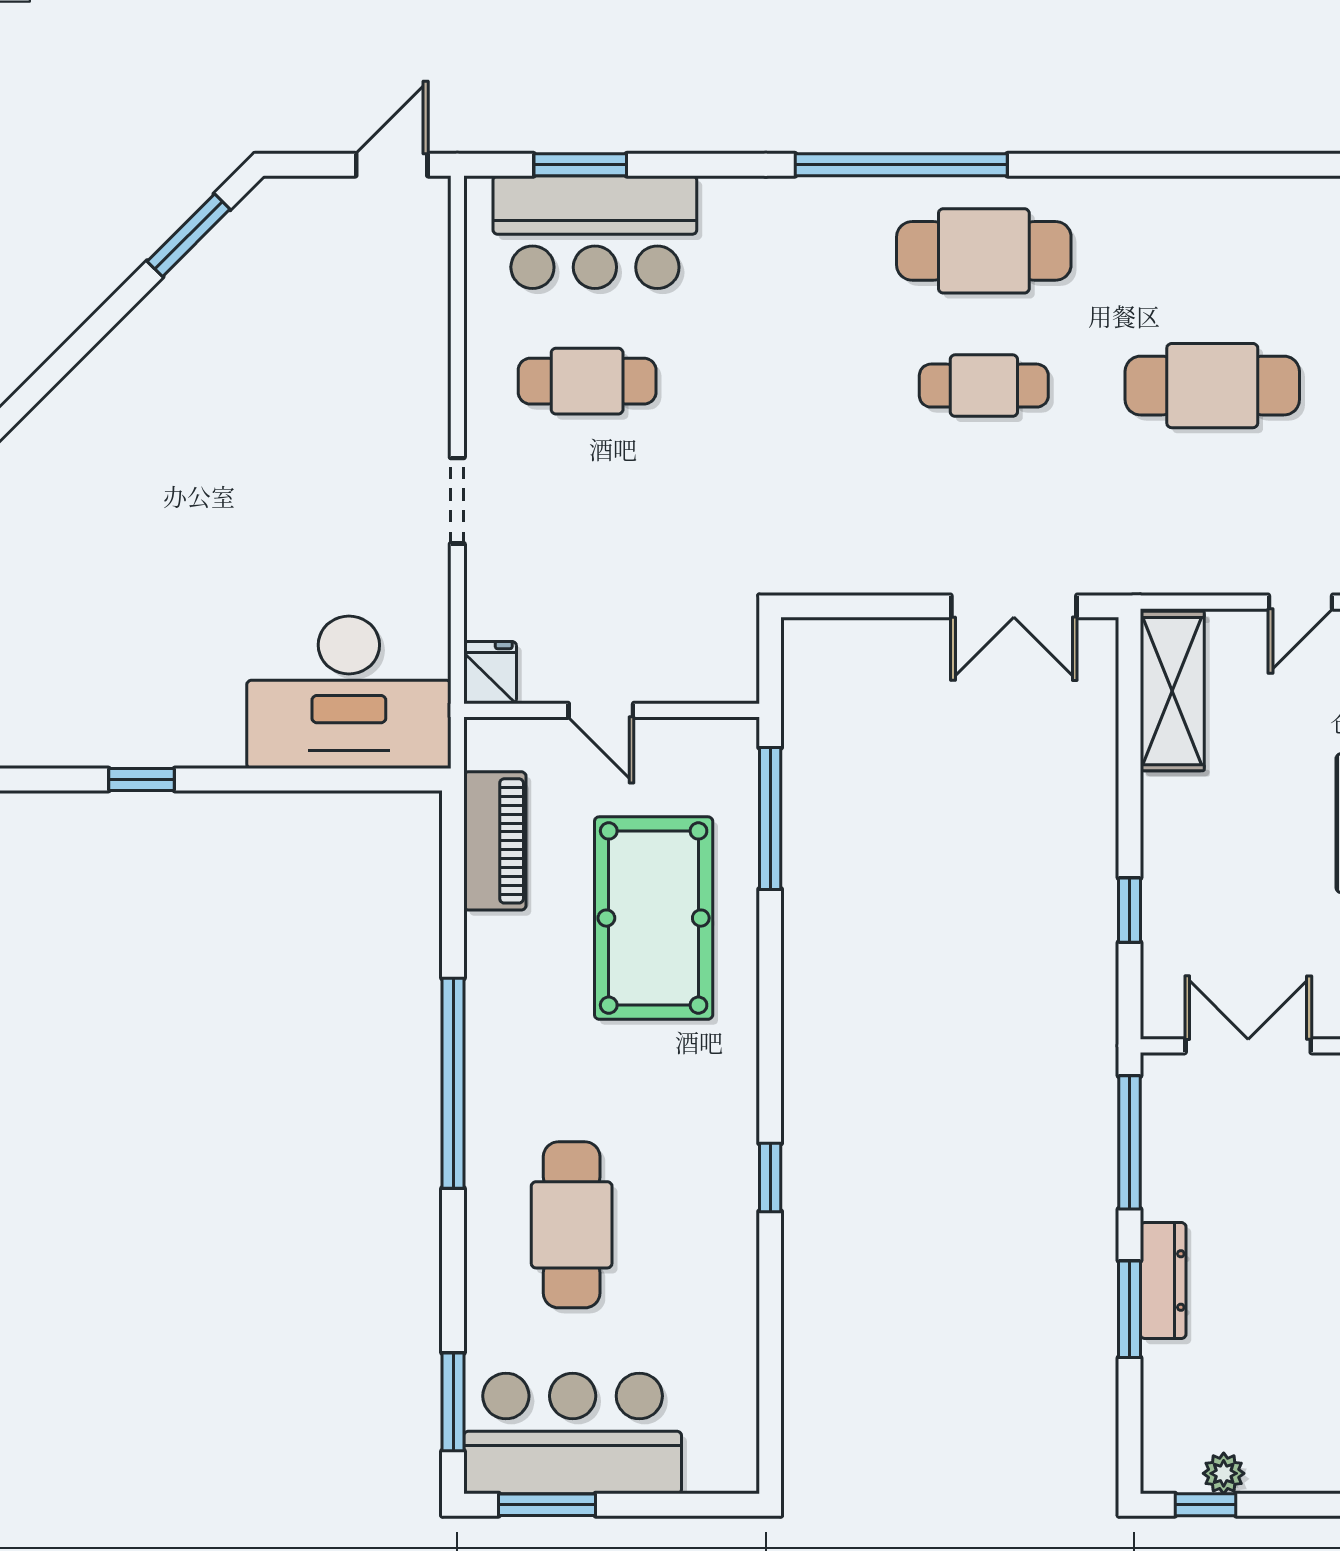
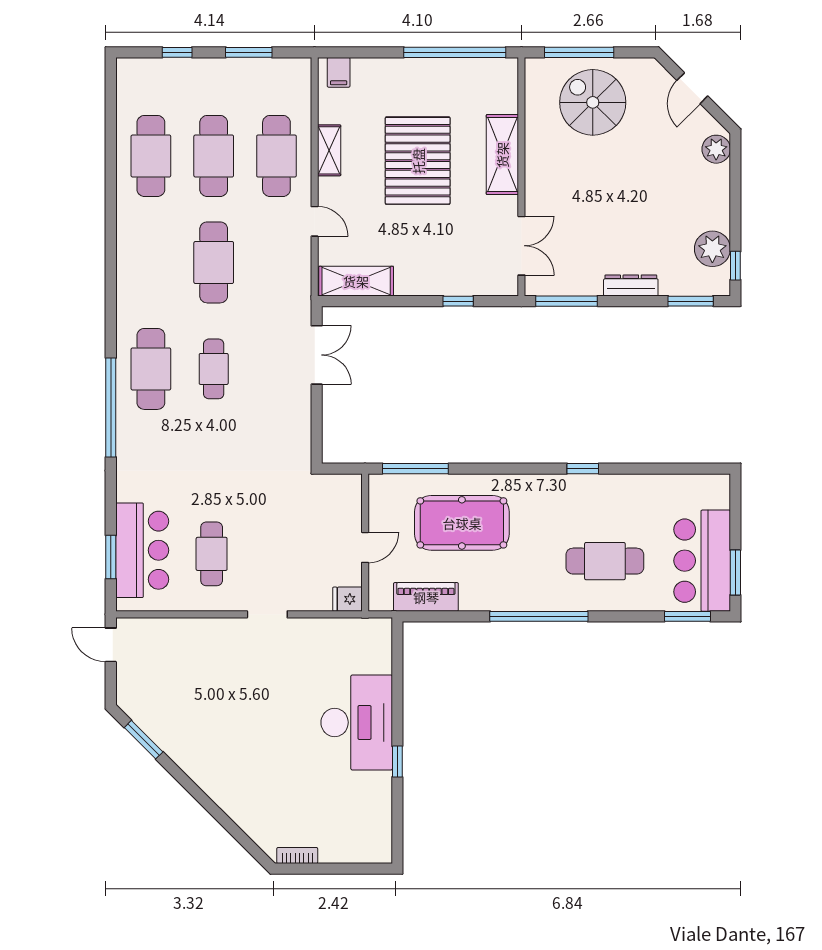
desk: (349, 692) -> (357, 722), moved
double door: (1248, 1046) -> (521, 246), swing flipped
window: (1129, 1309) -> (691, 301), moved
plant: (1224, 1473) -> (712, 249), width x1.88, depth x1.88

